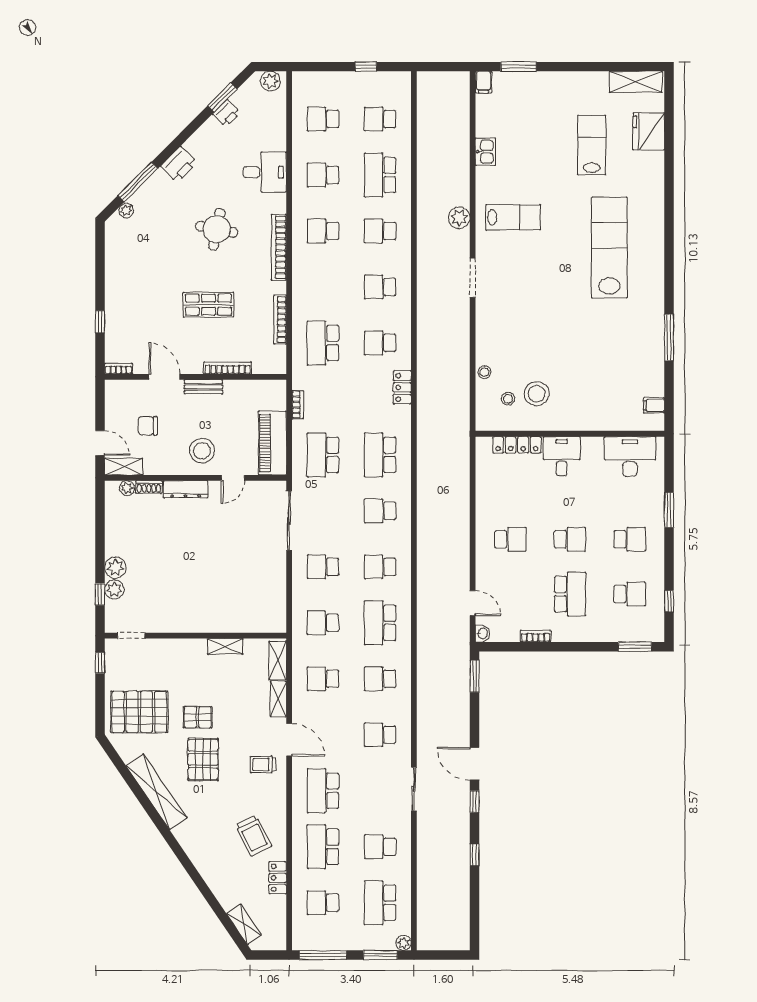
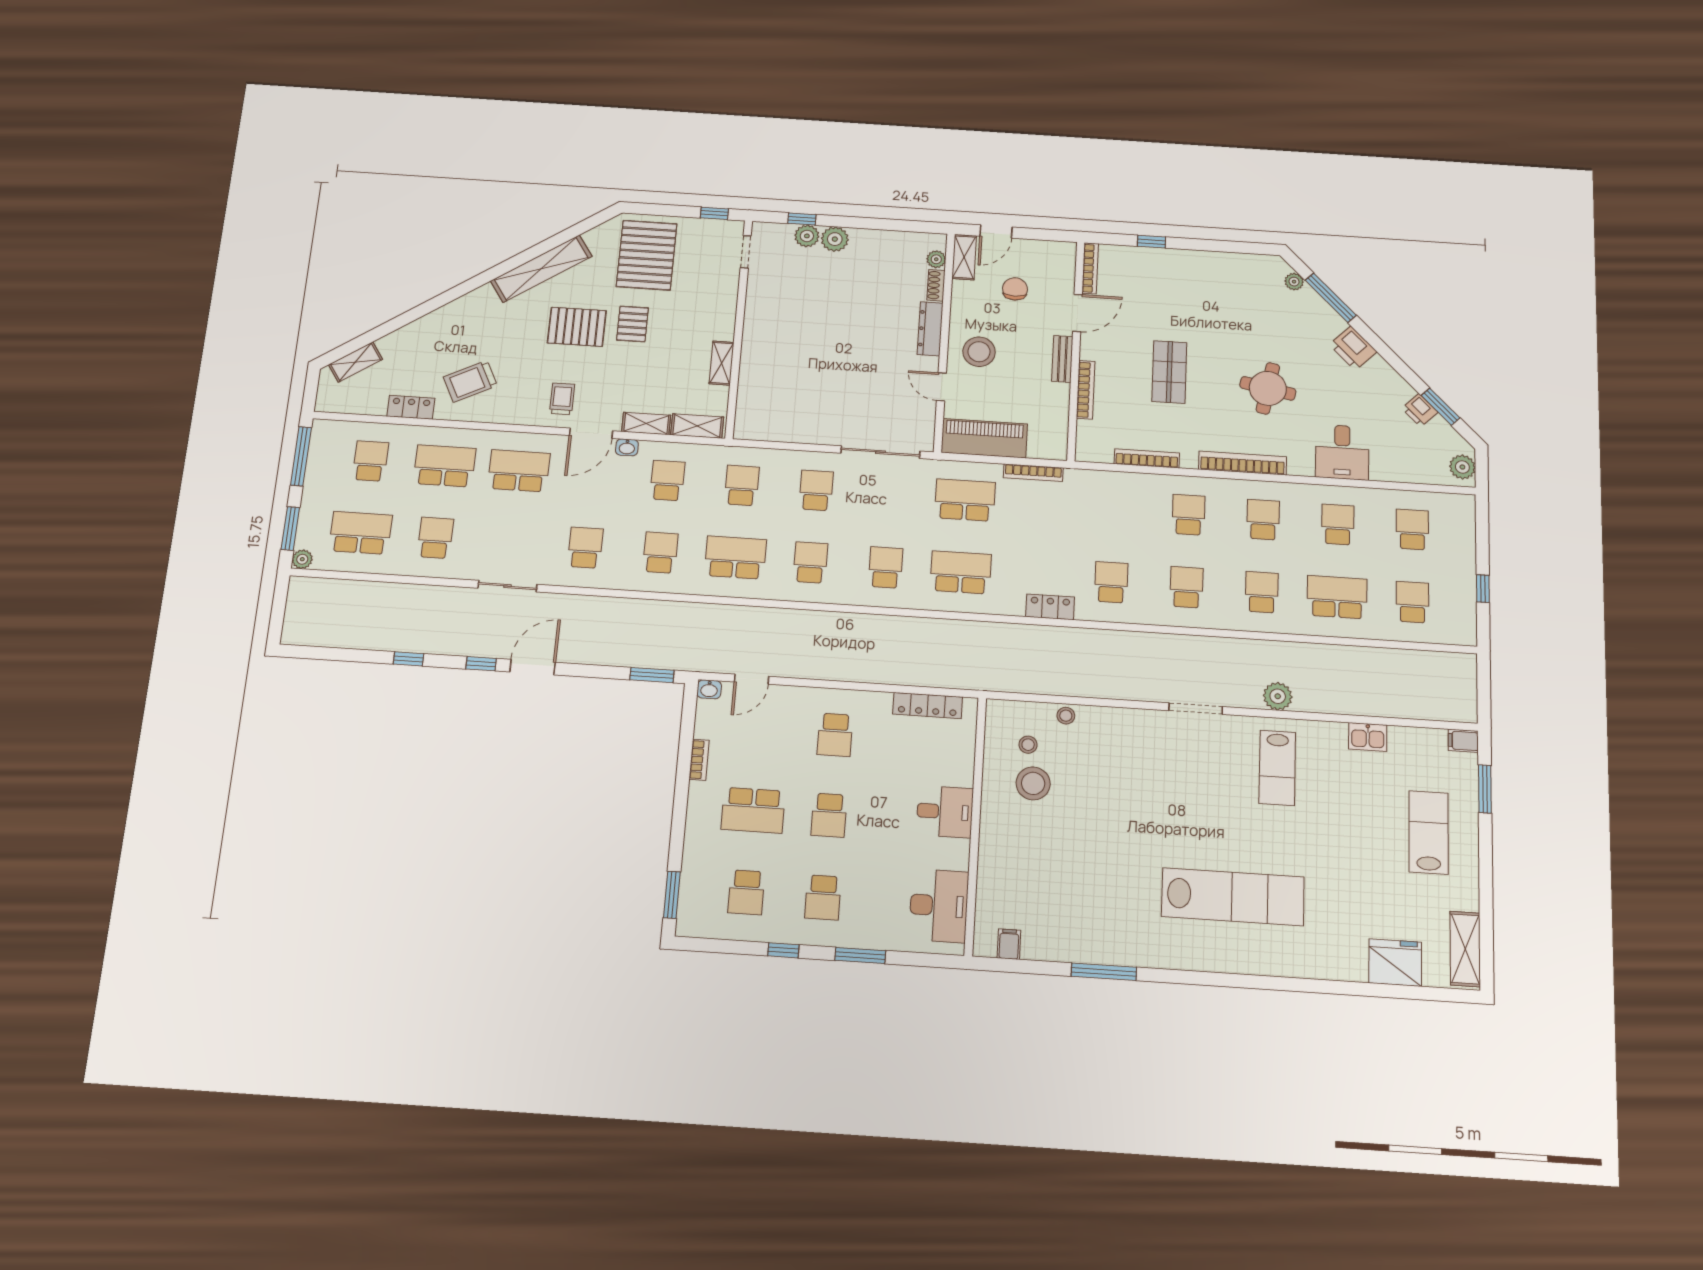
lab bench: (592, 145) -> (1429, 832), moved, turned -90
school desk: (323, 343) -> (1189, 515), moved, width x0.54
bookcase: (118, 369) -> (1090, 268), width x1.56
bookcase: (298, 405) -> (1033, 473), width x1.56
locker: (517, 445) -> (928, 706), moved, turned -90
window: (669, 601) -> (783, 950), moved
washbasin: (299, 712) -> (627, 447), added

